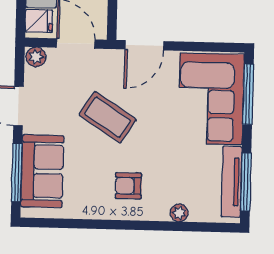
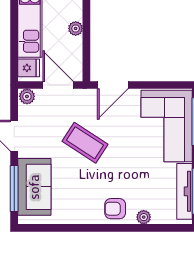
armchair: (128, 186) -> (115, 209), moved

